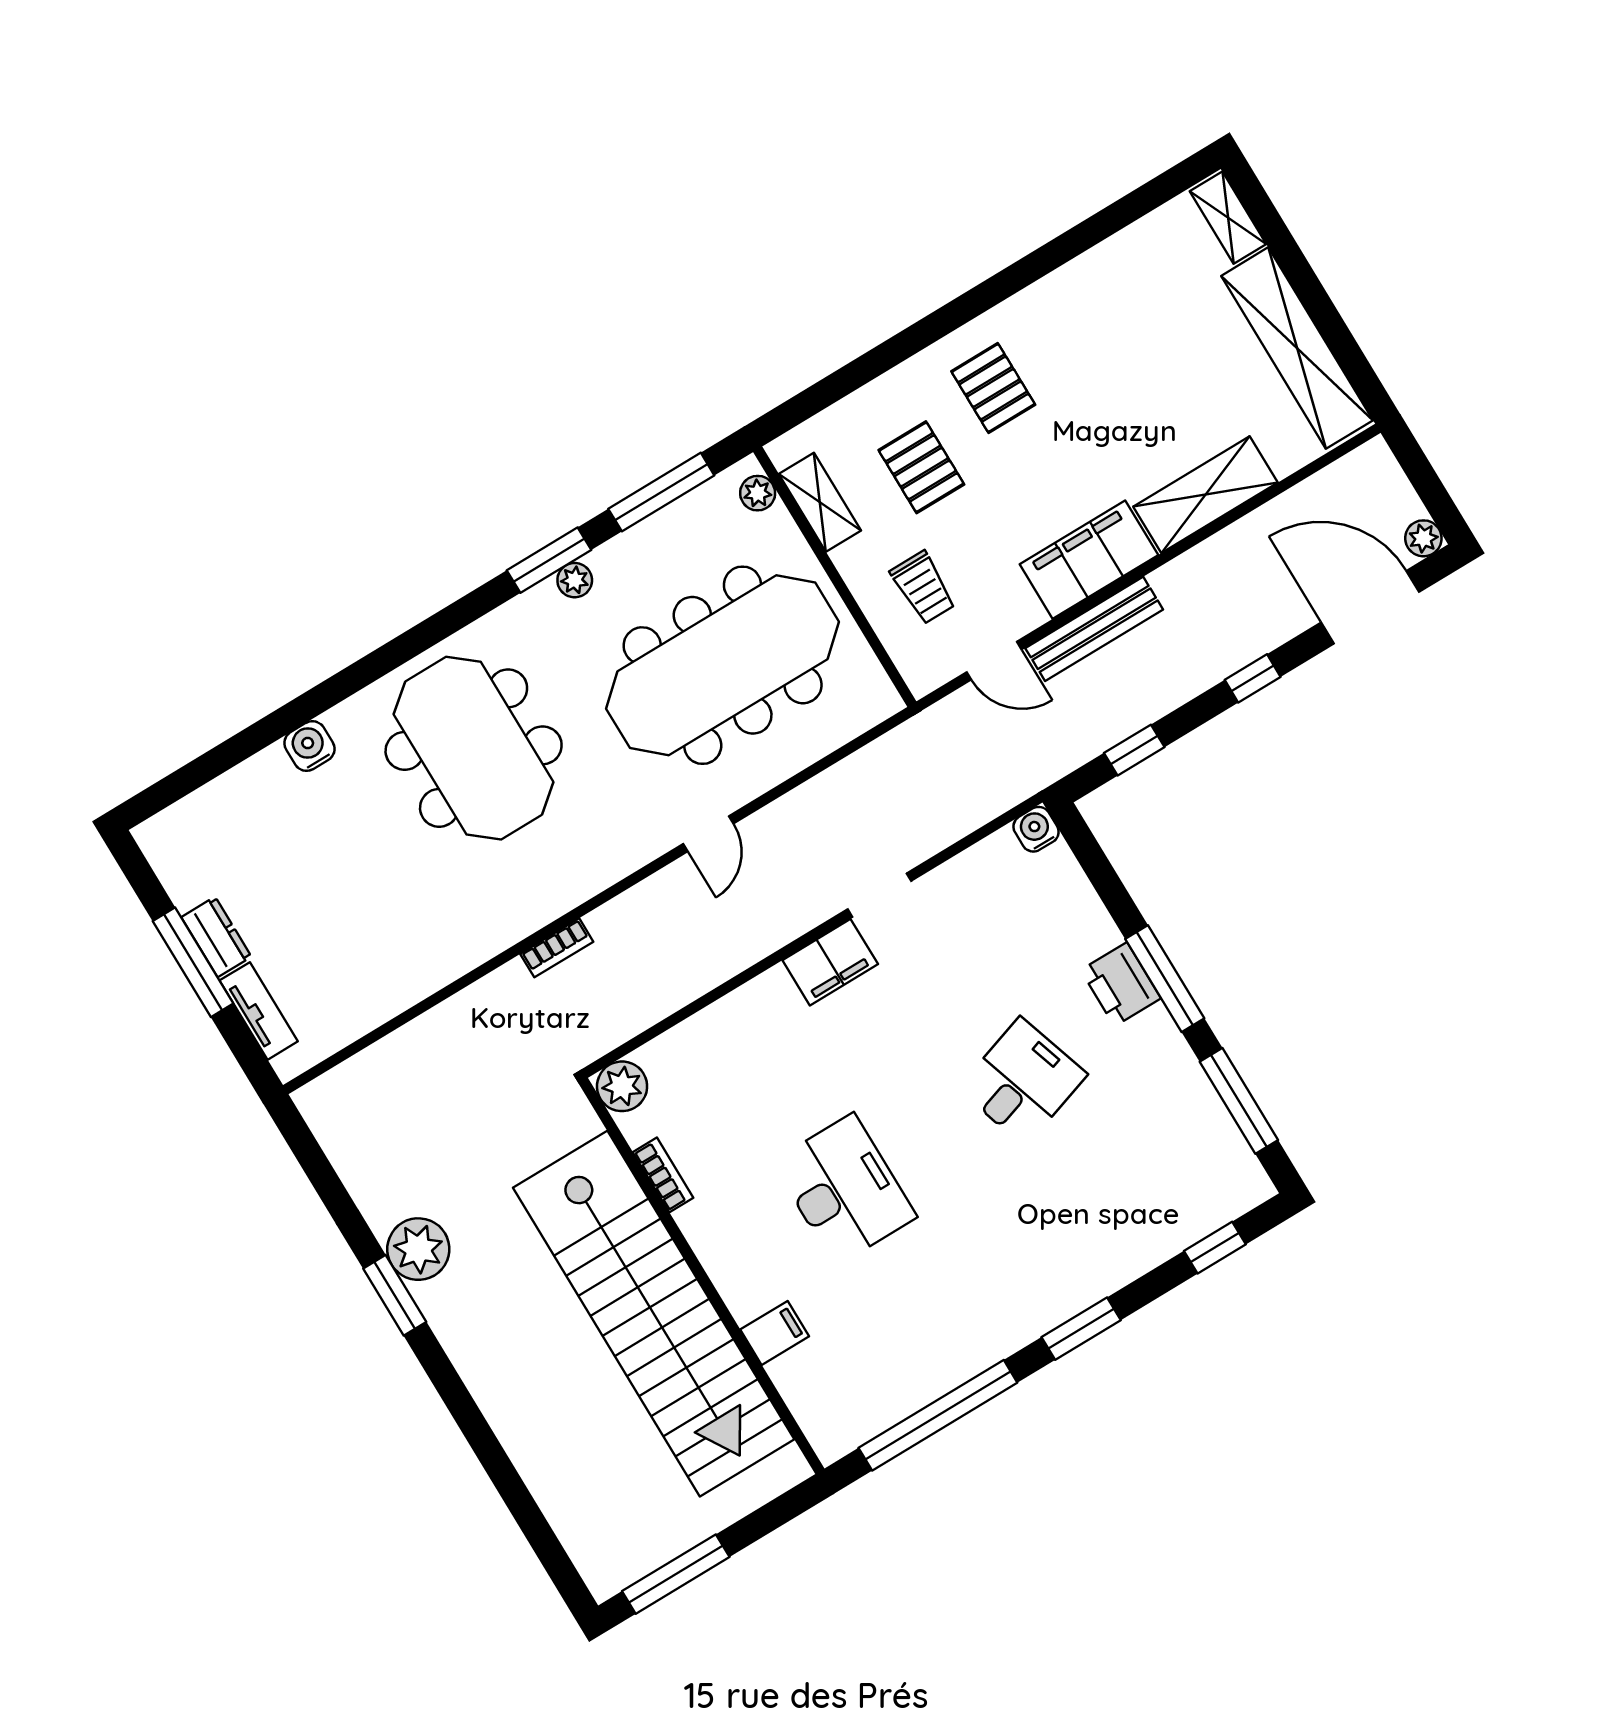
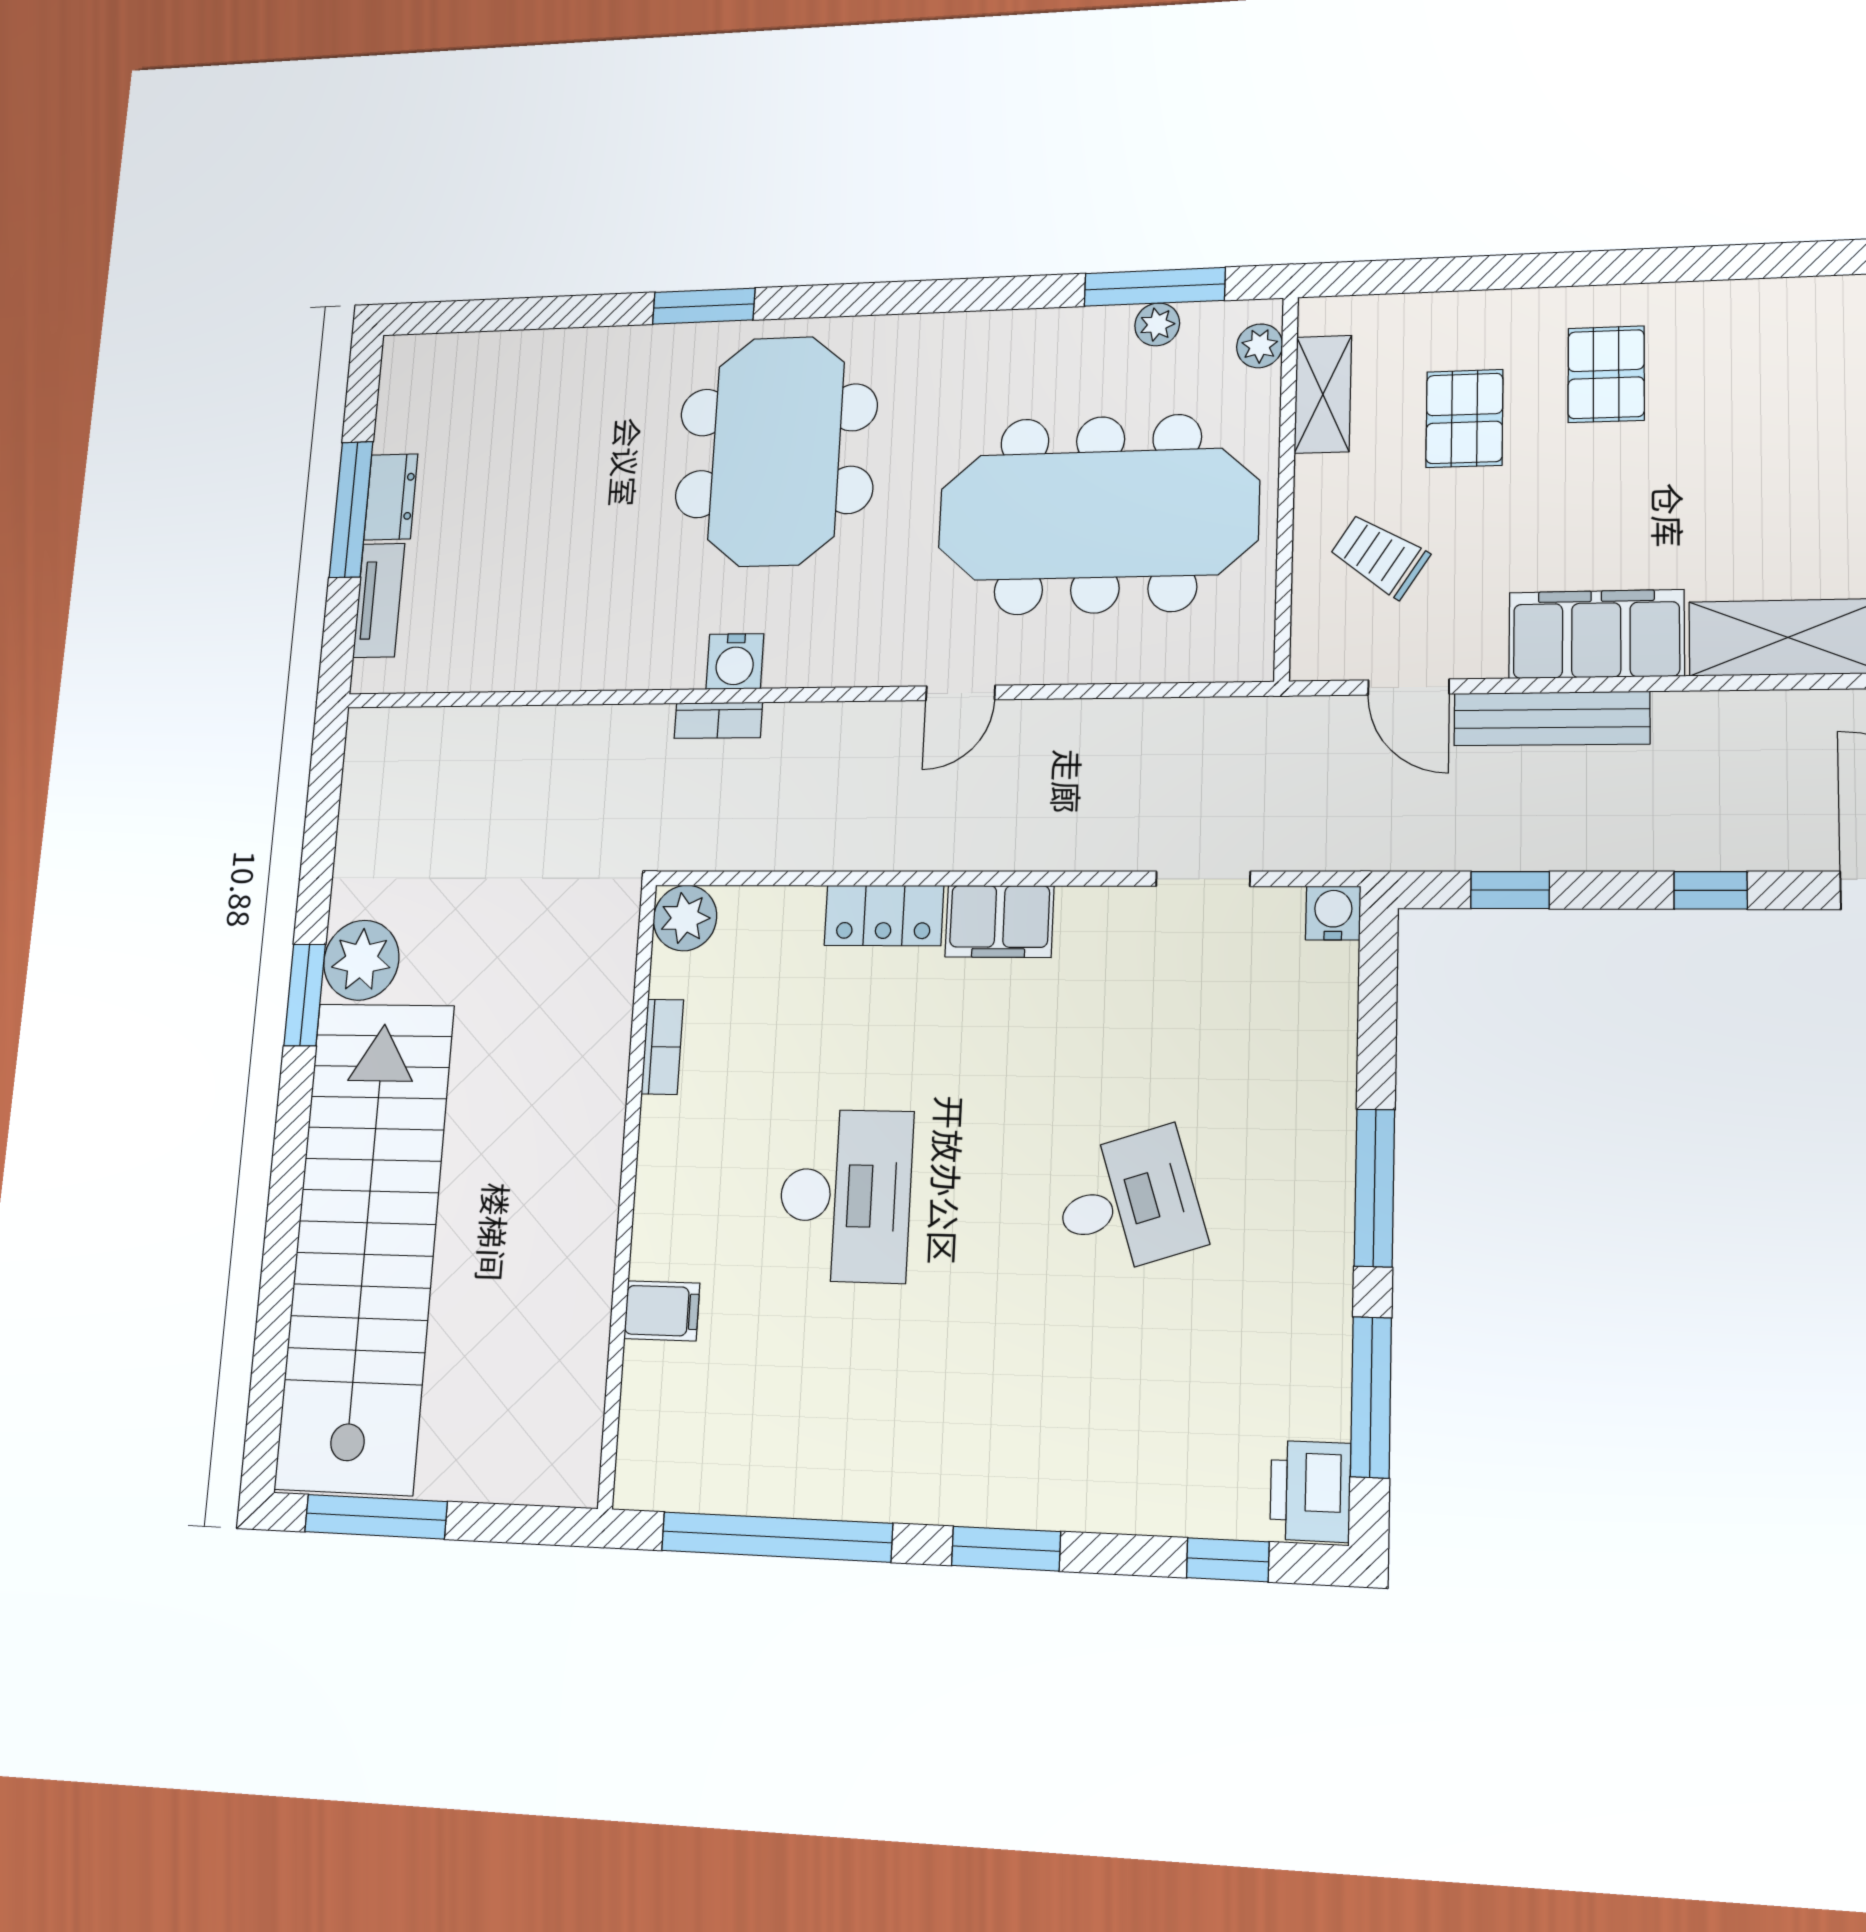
window: (549, 560) -> (704, 306), moved
plant: (575, 580) -> (1157, 324), moved
trolley: (923, 587) -> (1379, 556), turned 123
water cooler: (309, 746) -> (735, 661), moved, turned 180
doorway: (879, 895) -> (1203, 879), moved
printer: (1121, 984) -> (1310, 1491), moved
locker: (753, 1004) -> (884, 916), added
stairs: (654, 1314) -> (365, 1245), moved, turned 180

